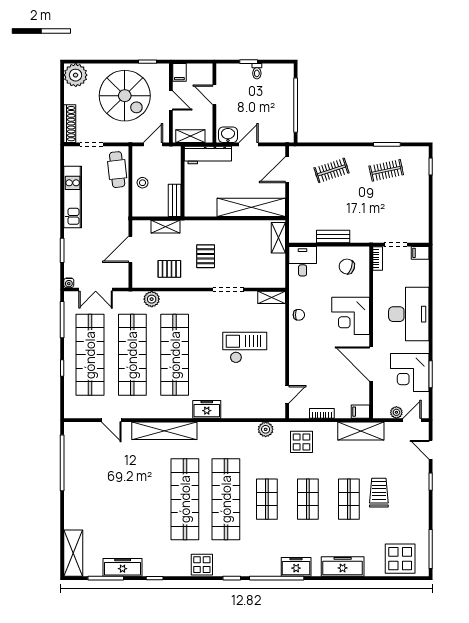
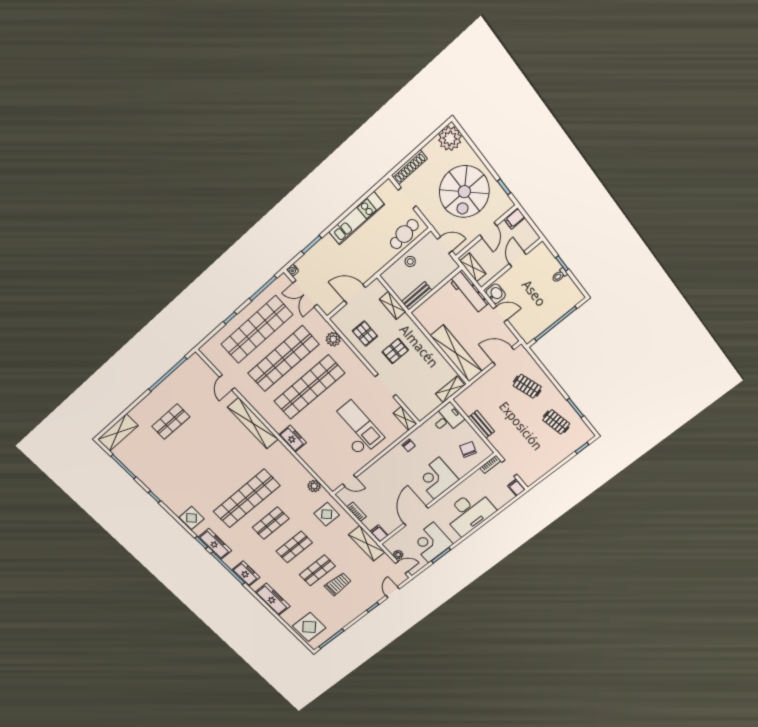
checkout: (245, 347) -> (356, 429), width x1.36, depth x1.21
shop shelf: (185, 499) -> (171, 422), moved, width x0.50, depth x0.74
freezer: (123, 567) -> (215, 544), moved

